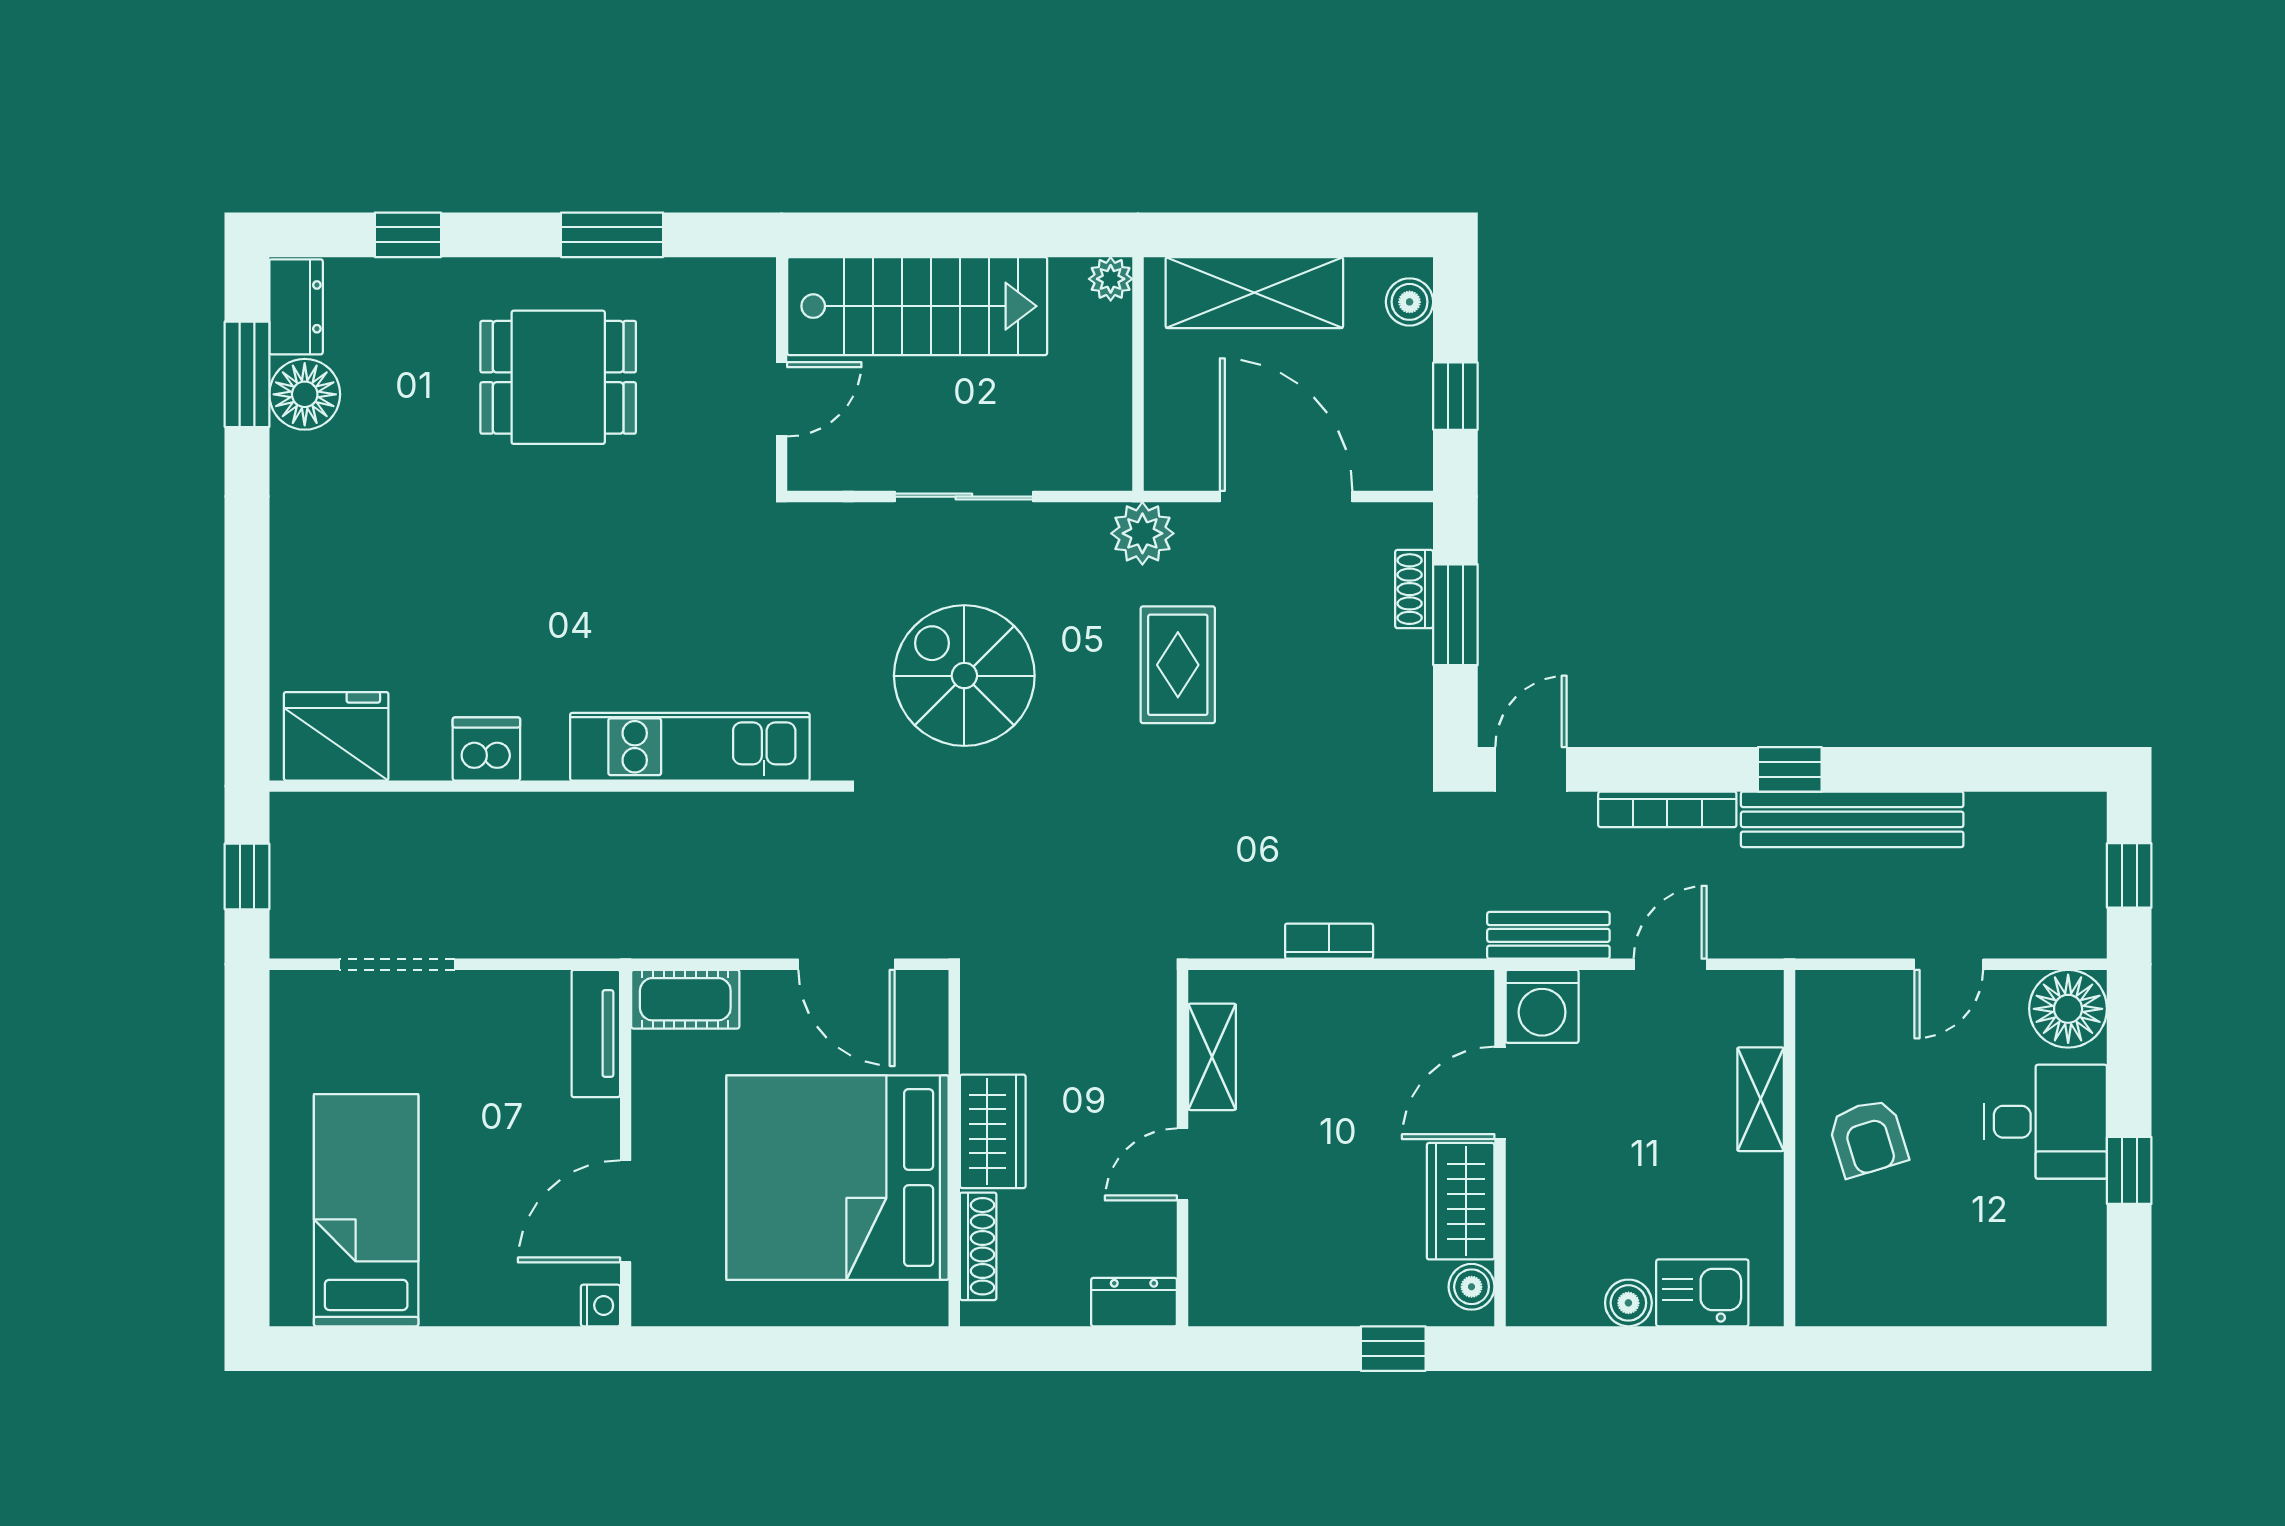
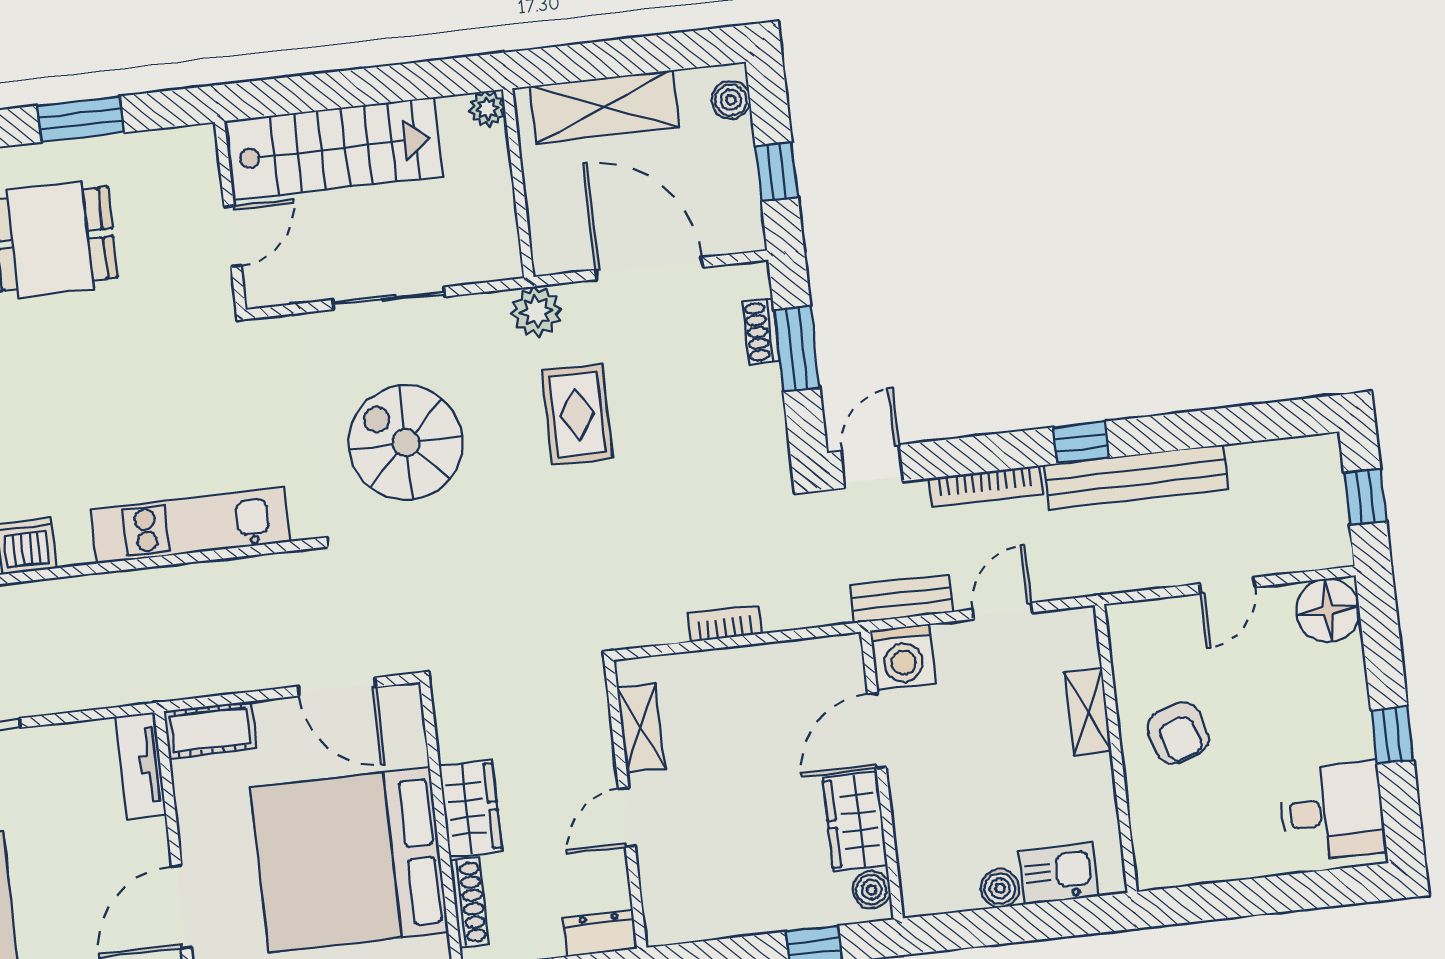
desk: (2045, 1122) -> (1332, 812), moved

